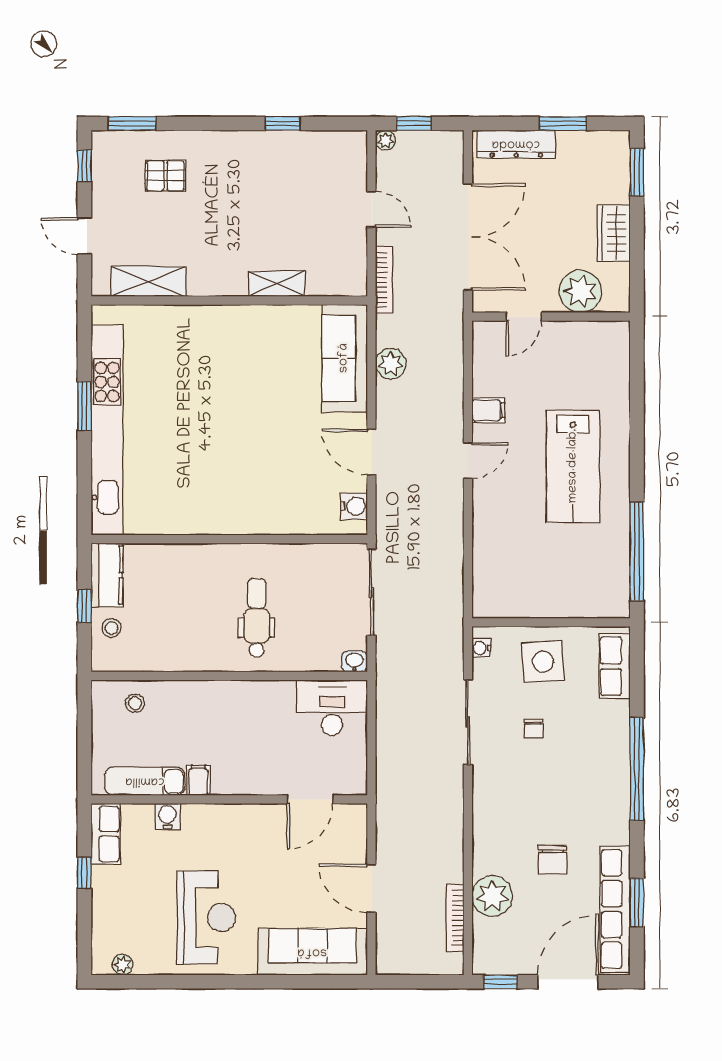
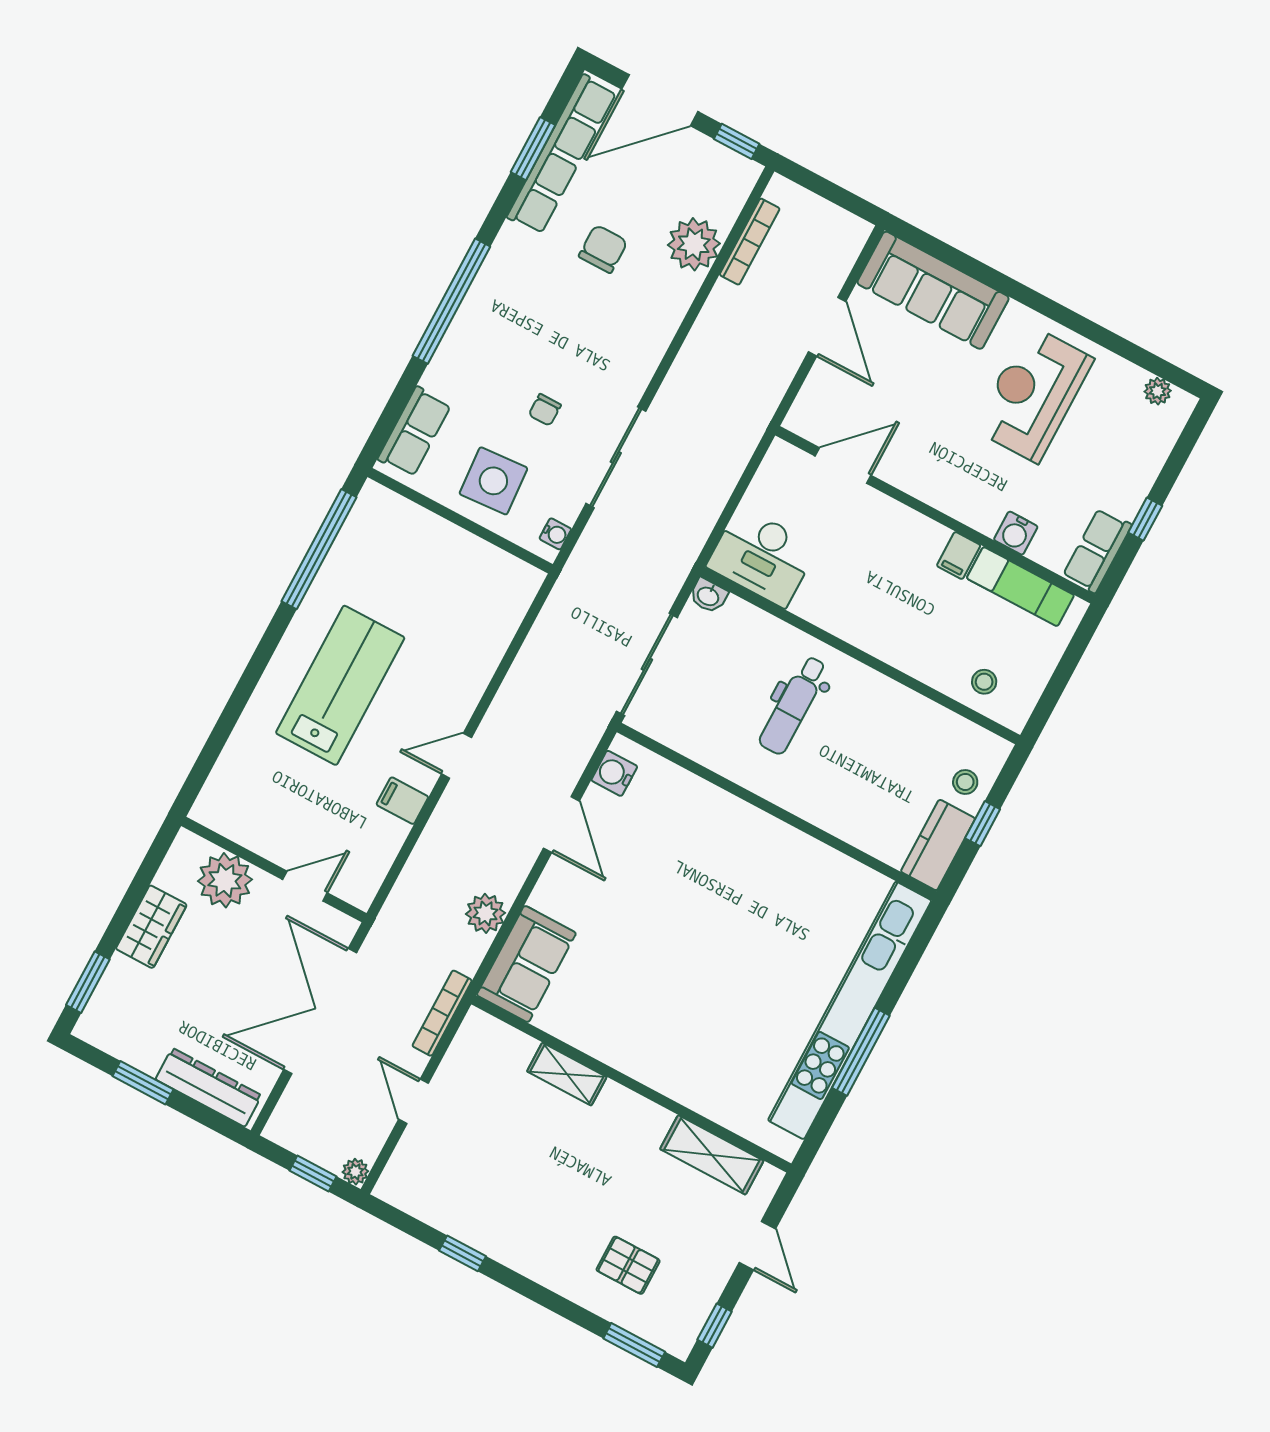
sofa: (344, 358) -> (526, 964), width x0.73
window: (84, 406) -> (861, 1052), width x1.44
chair: (534, 729) -> (545, 410), turned 180

